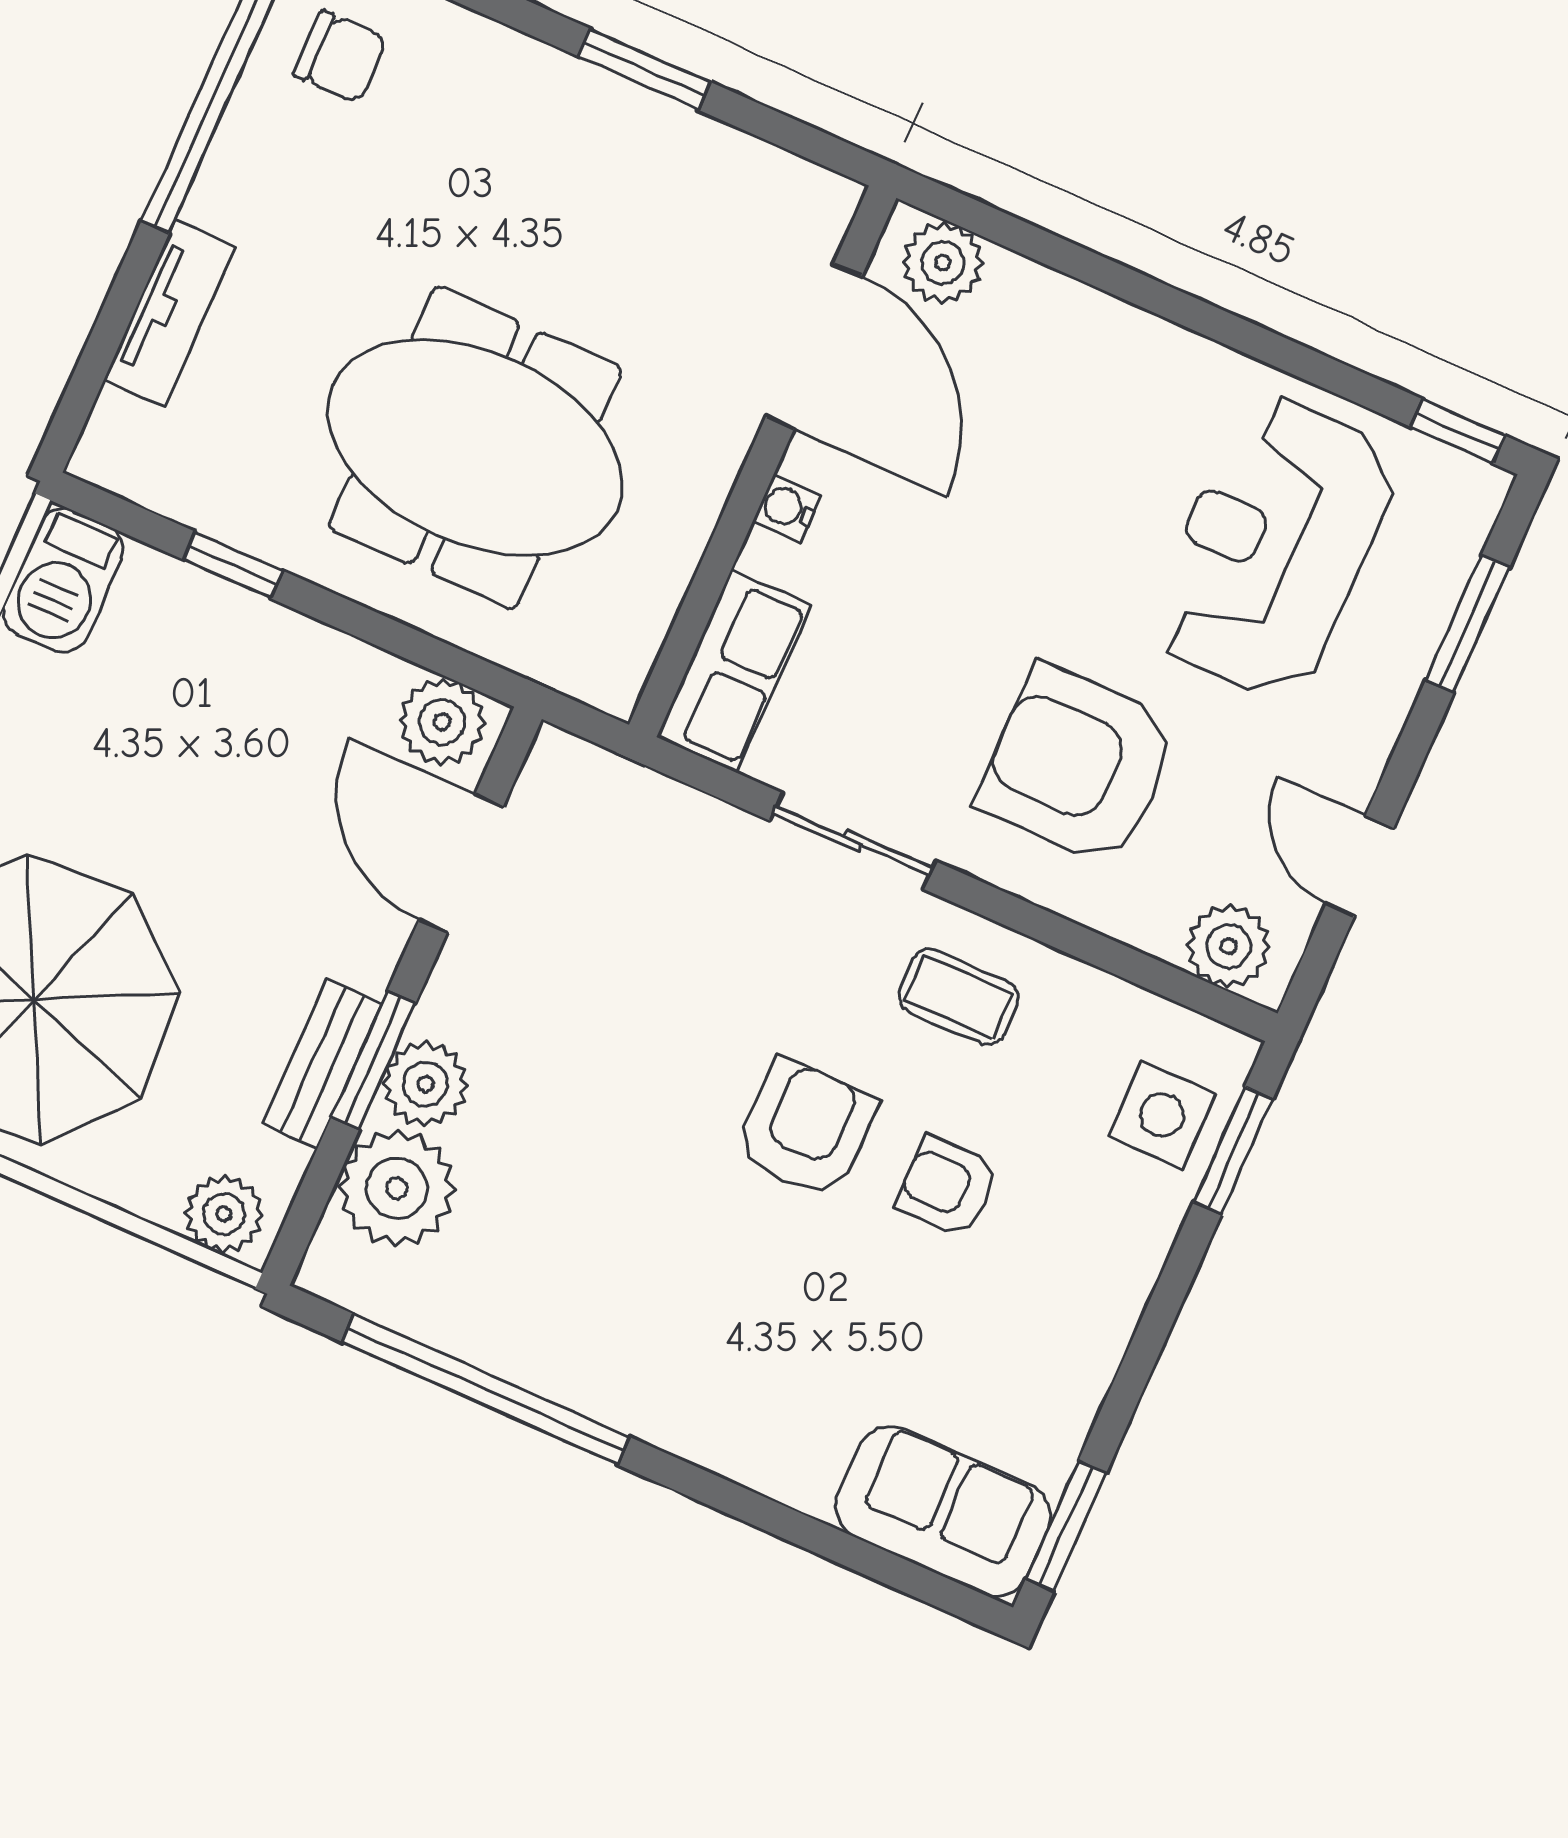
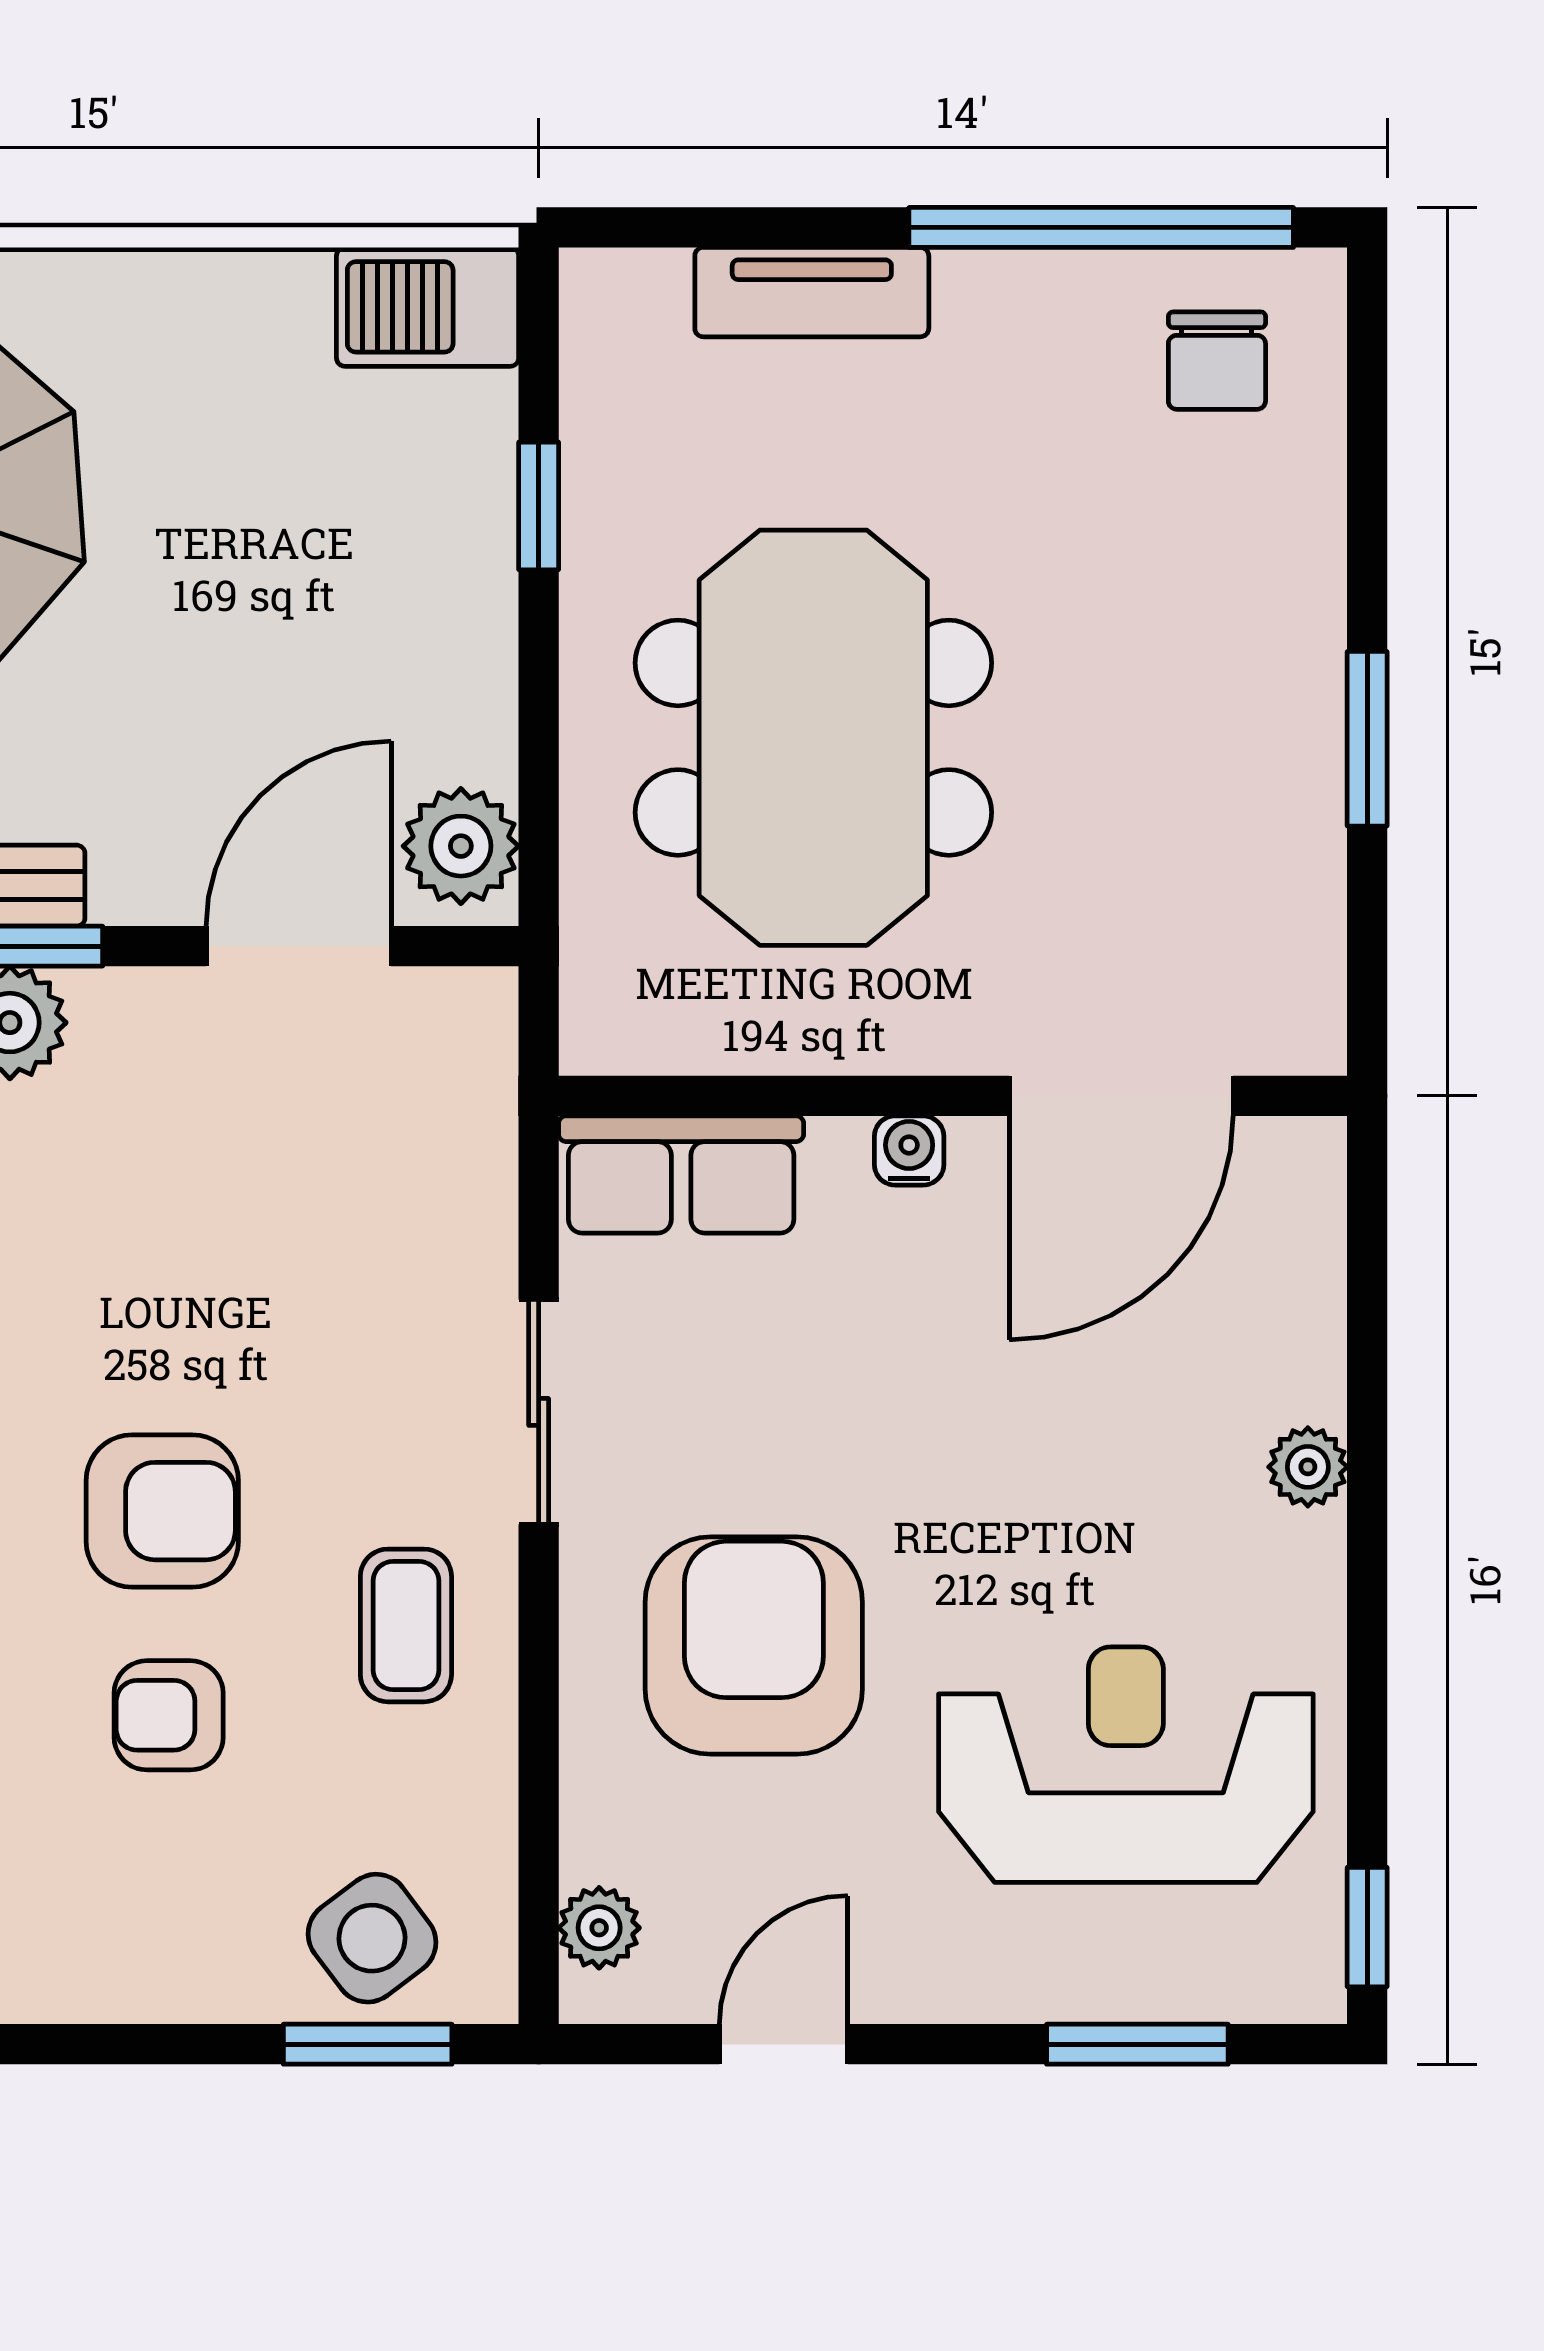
plant: (943, 263) -> (1308, 1467), moved, width x0.73, depth x0.73
plant: (1229, 946) -> (599, 1928), width x0.73, depth x0.73
side table: (1162, 1115) -> (372, 1938), turned -37
armchair: (948, 1186) -> (169, 1715), turned -90

